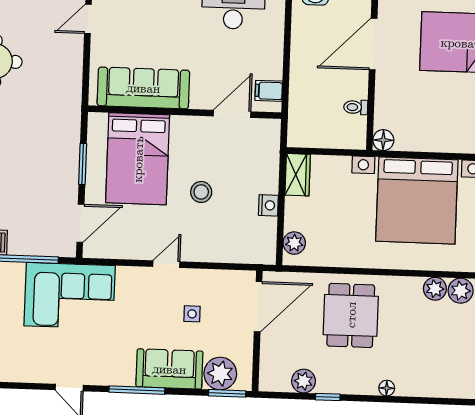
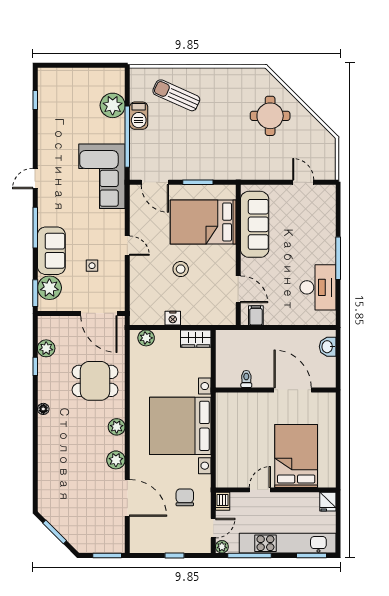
floor lamp: (383, 140) -> (223, 400), removed
plant: (435, 289) -> (117, 427), moved

